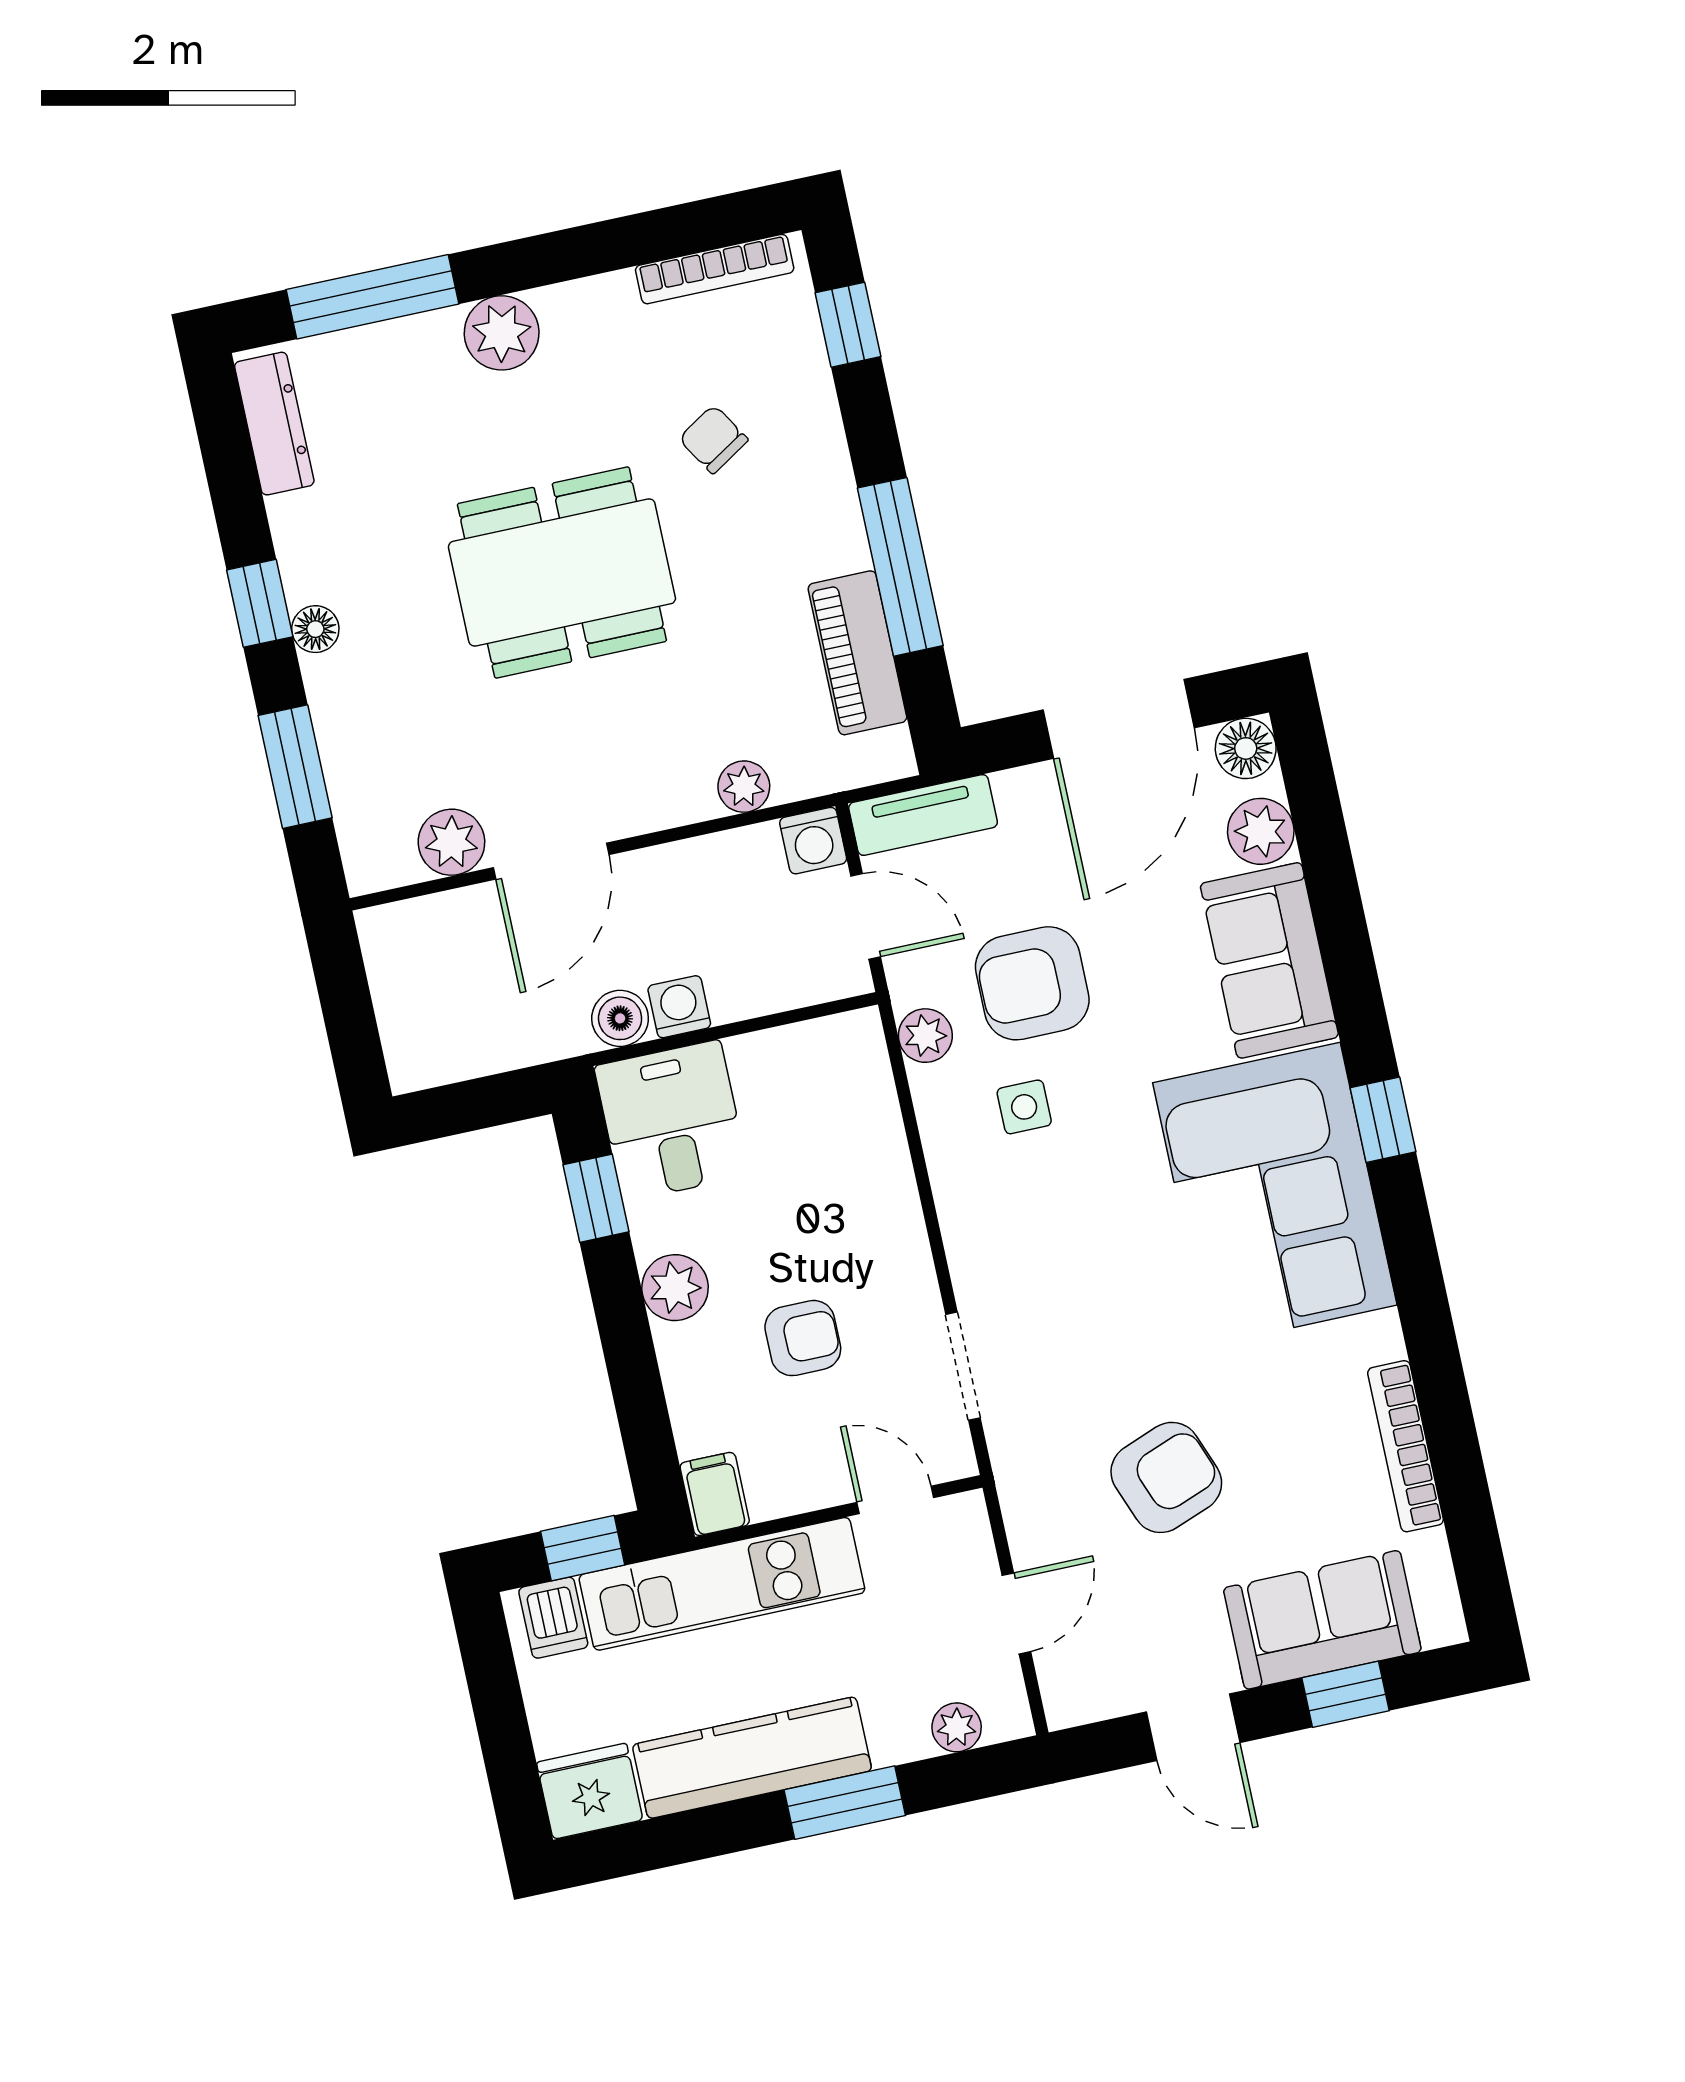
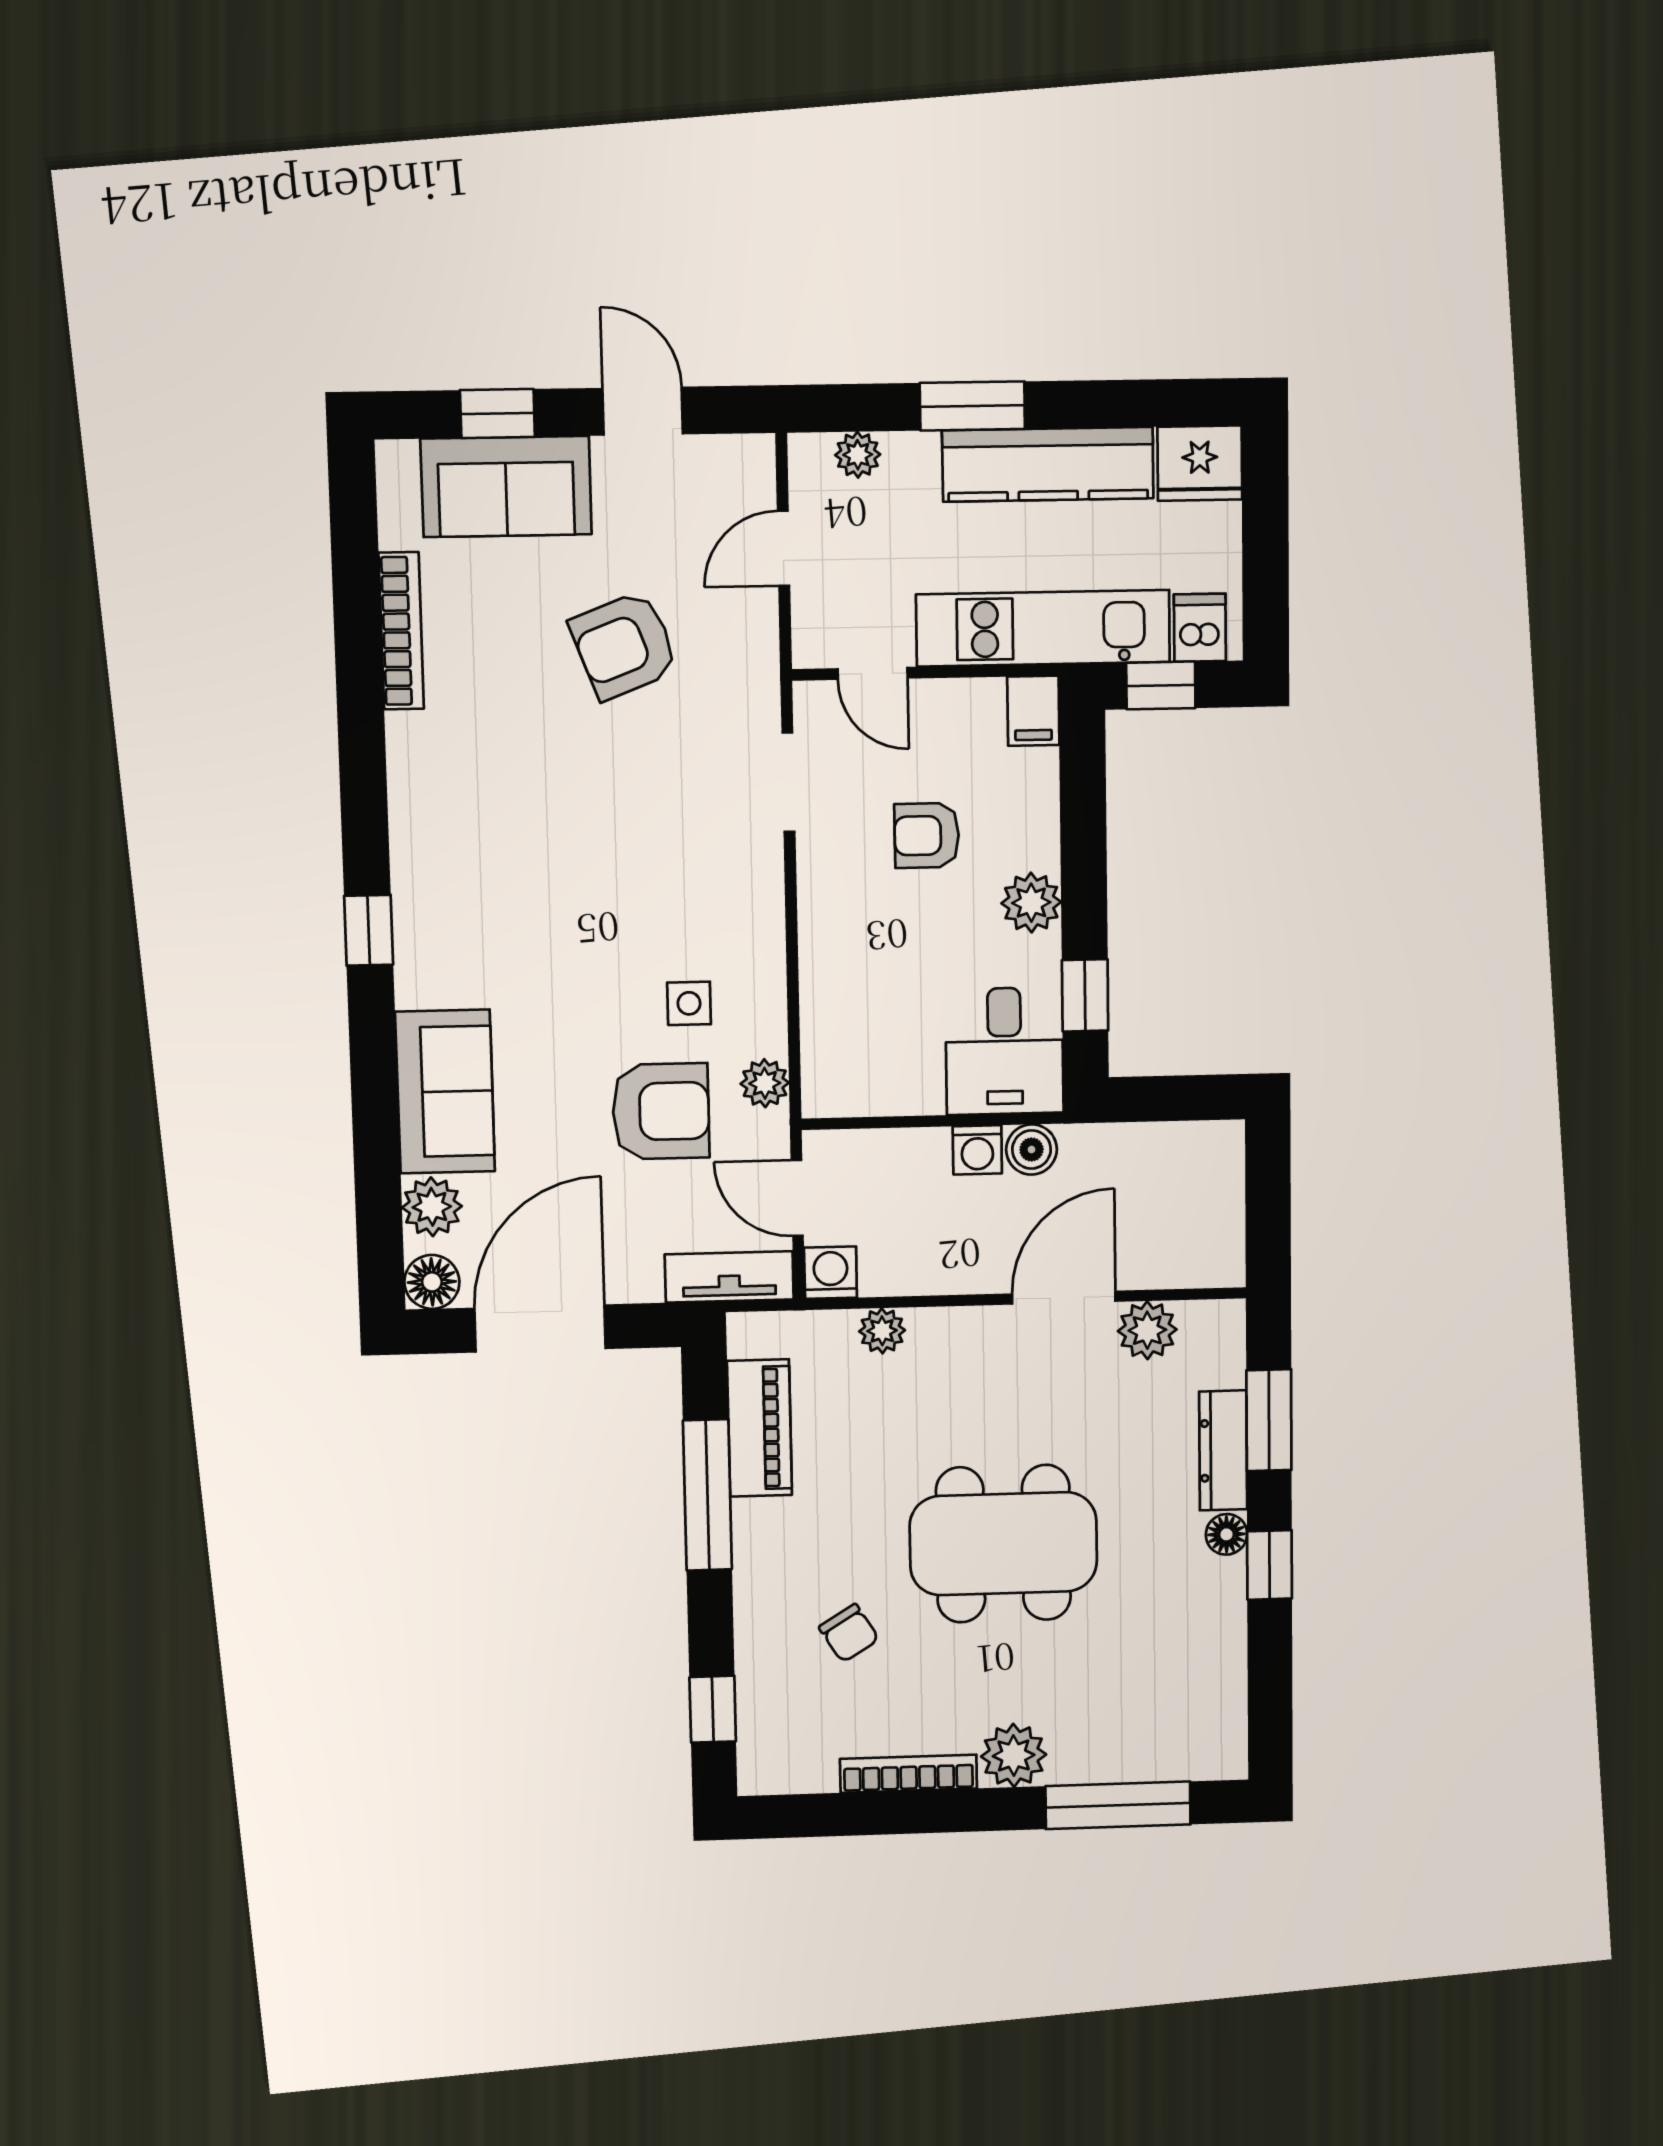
bookcase: (715, 269) -> (909, 1774), moved
dresser: (274, 424) -> (1223, 1450), moved
corner sofa: (1275, 1194) -> (478, 882), removed

